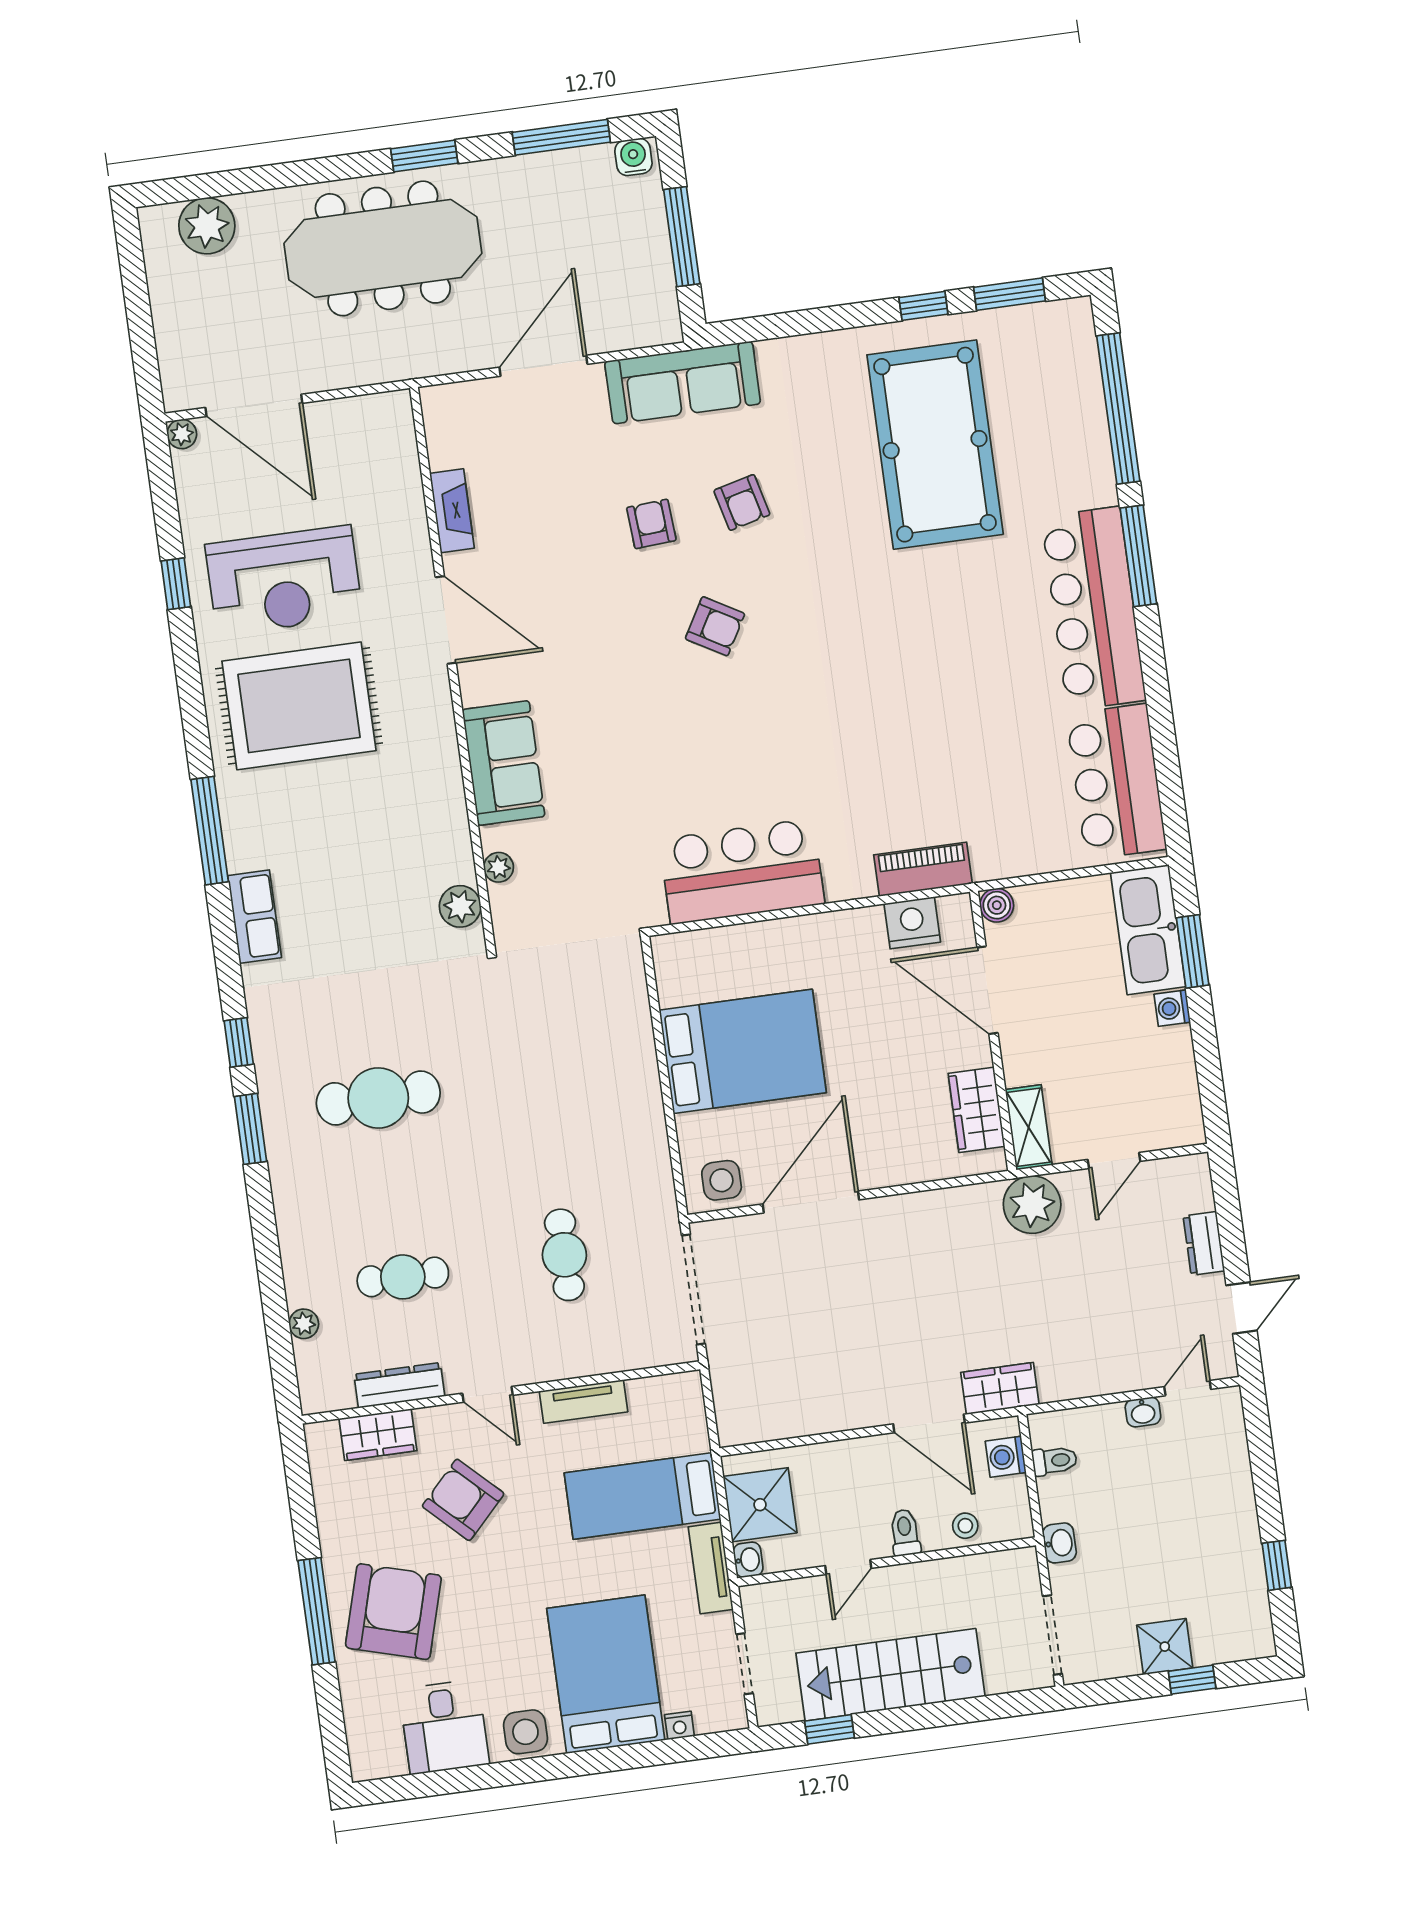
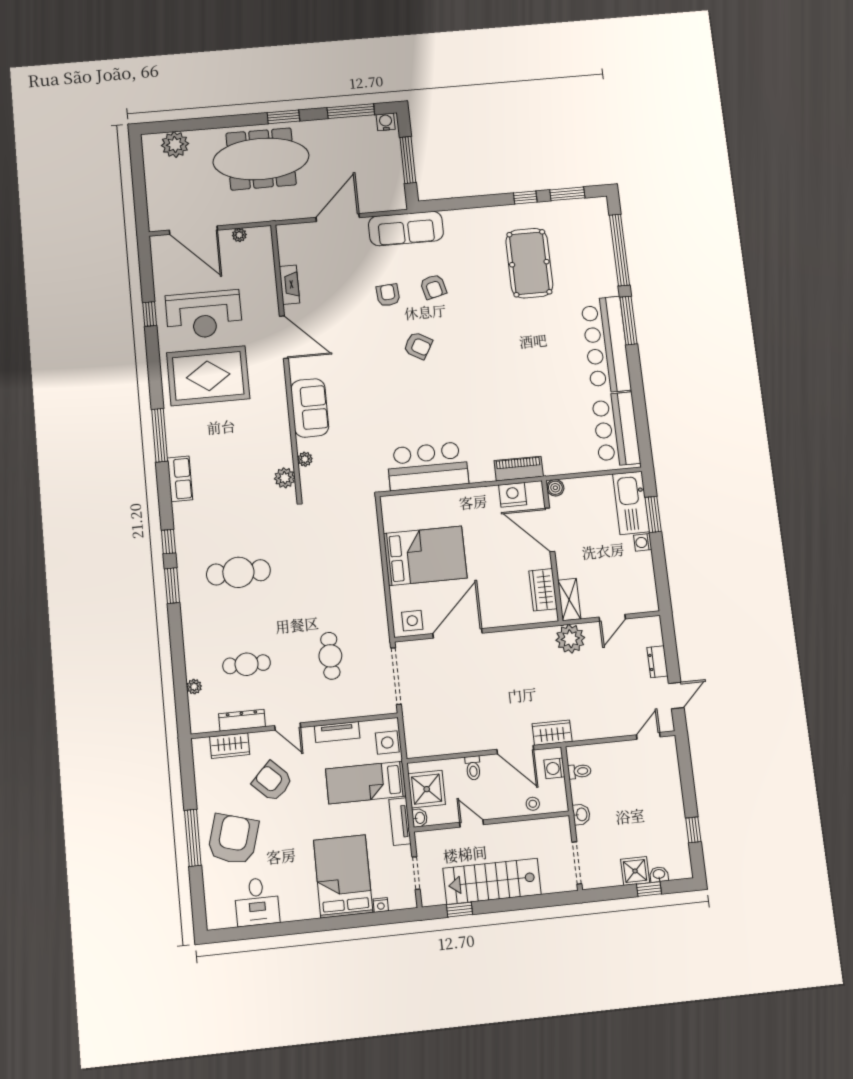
plant: (182, 434) -> (239, 235), moved
pool table: (935, 445) -> (529, 263), width x0.73, depth x0.76
washbasin: (1143, 1412) -> (659, 874), moved, turned 180
toilet: (905, 1532) -> (473, 768), moved, turned 180
door: (848, 1567) -> (472, 823), swing flipped
side table: (525, 1732) -> (387, 743), moved

